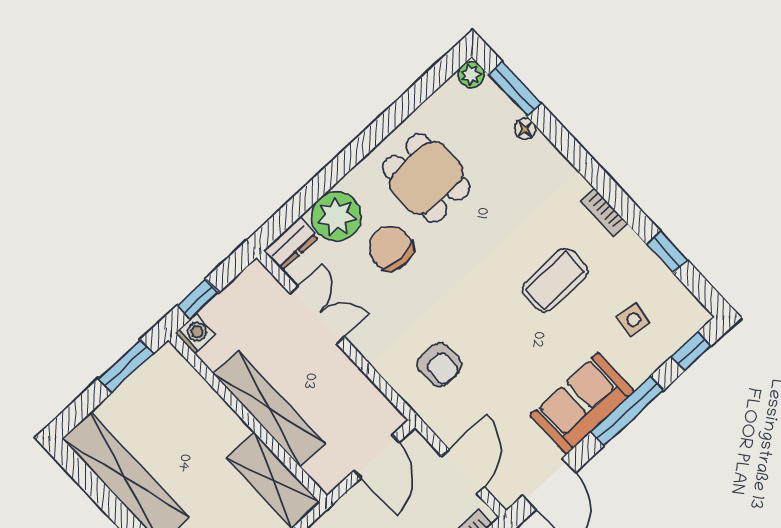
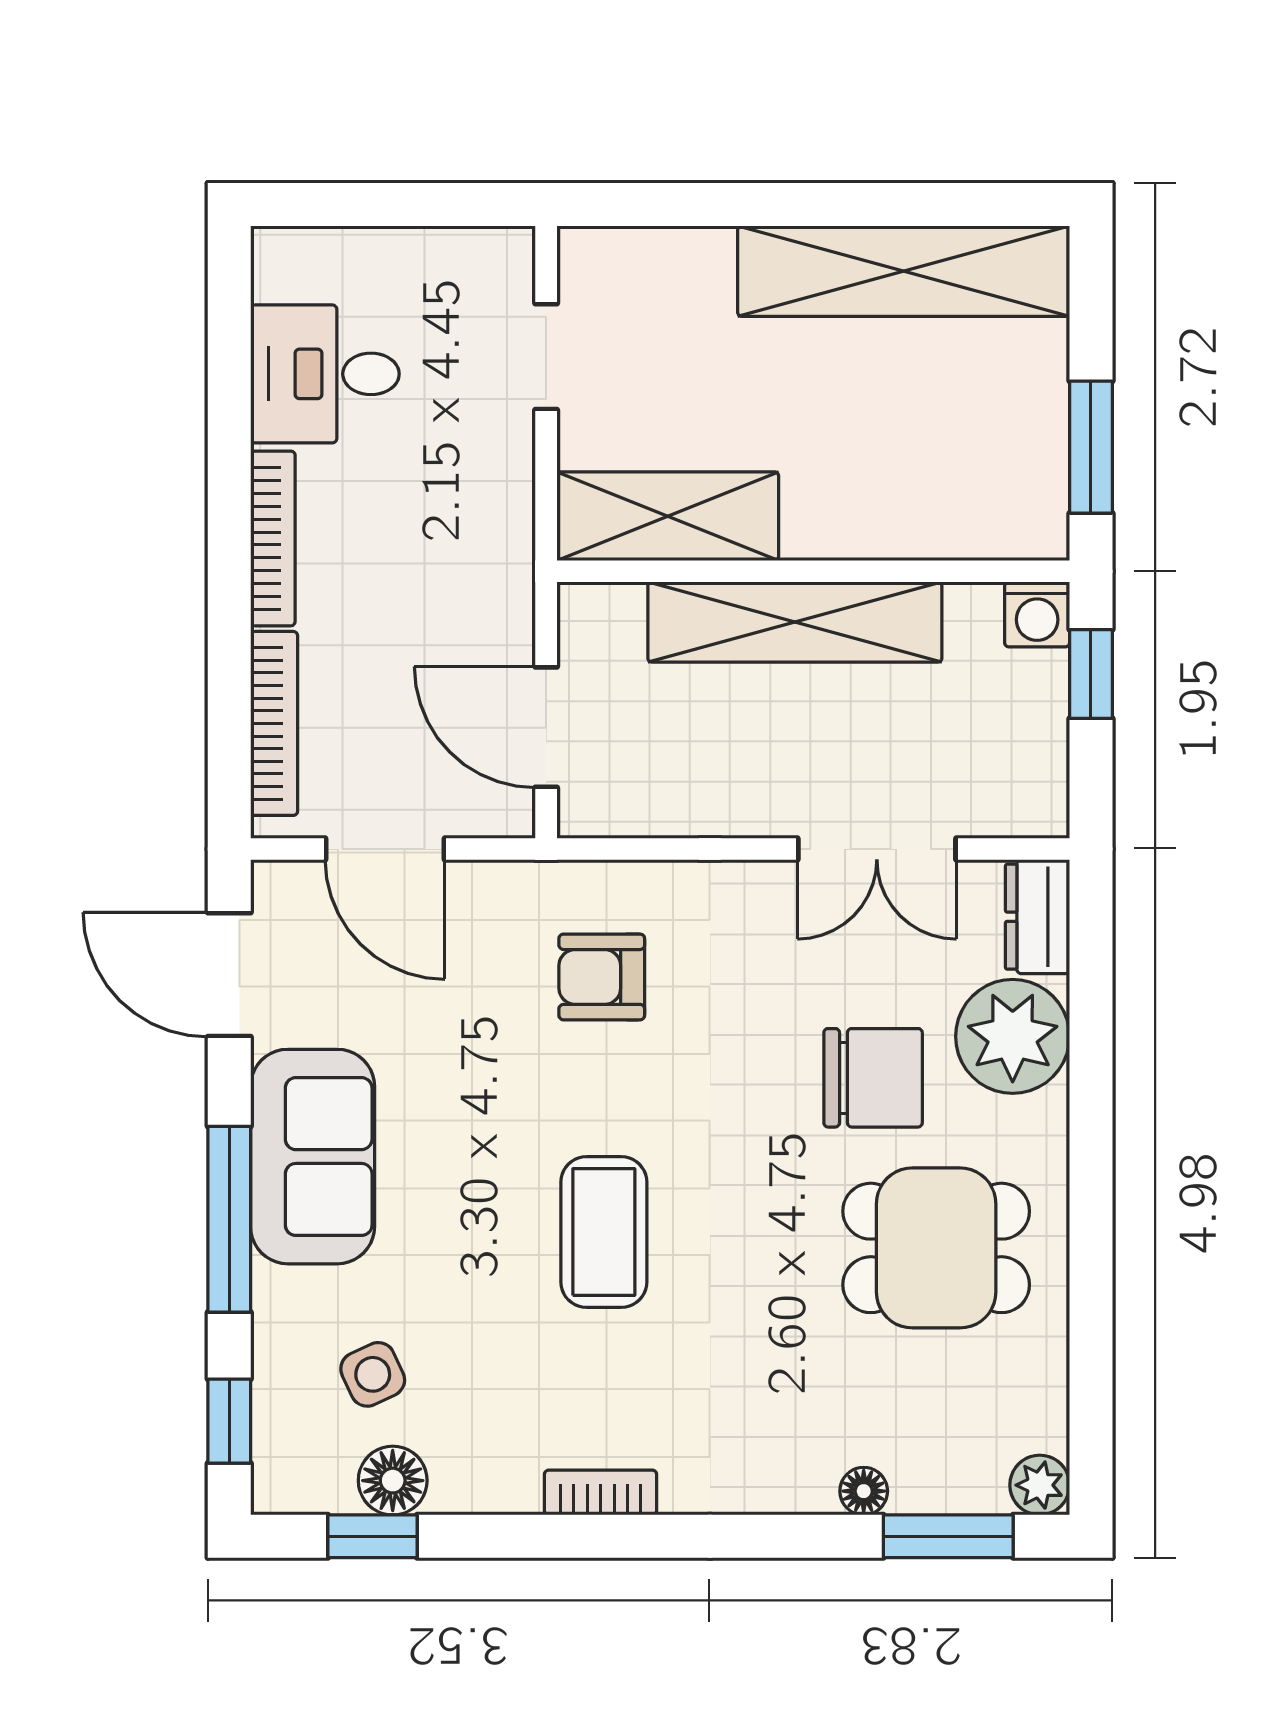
window: (667, 252) -> (372, 1536), moved
coffee table: (555, 280) -> (604, 1232), moved
floor lamp: (662, 282) -> (393, 1481), added
side table: (634, 320) -> (373, 1374), turned -33

